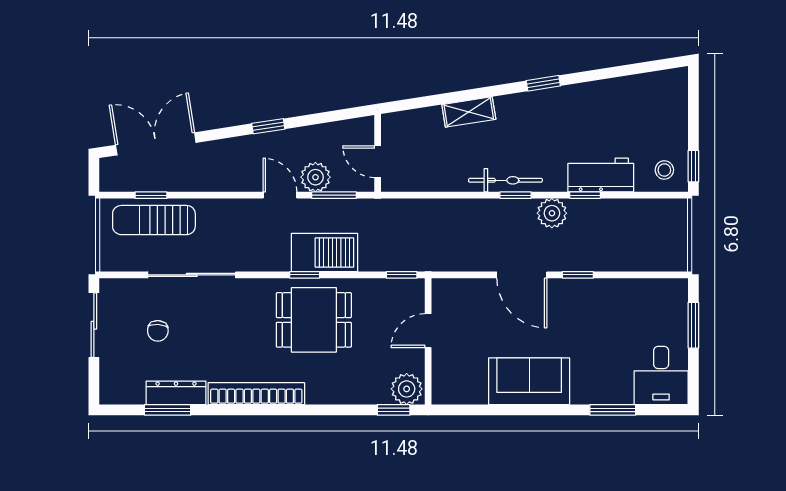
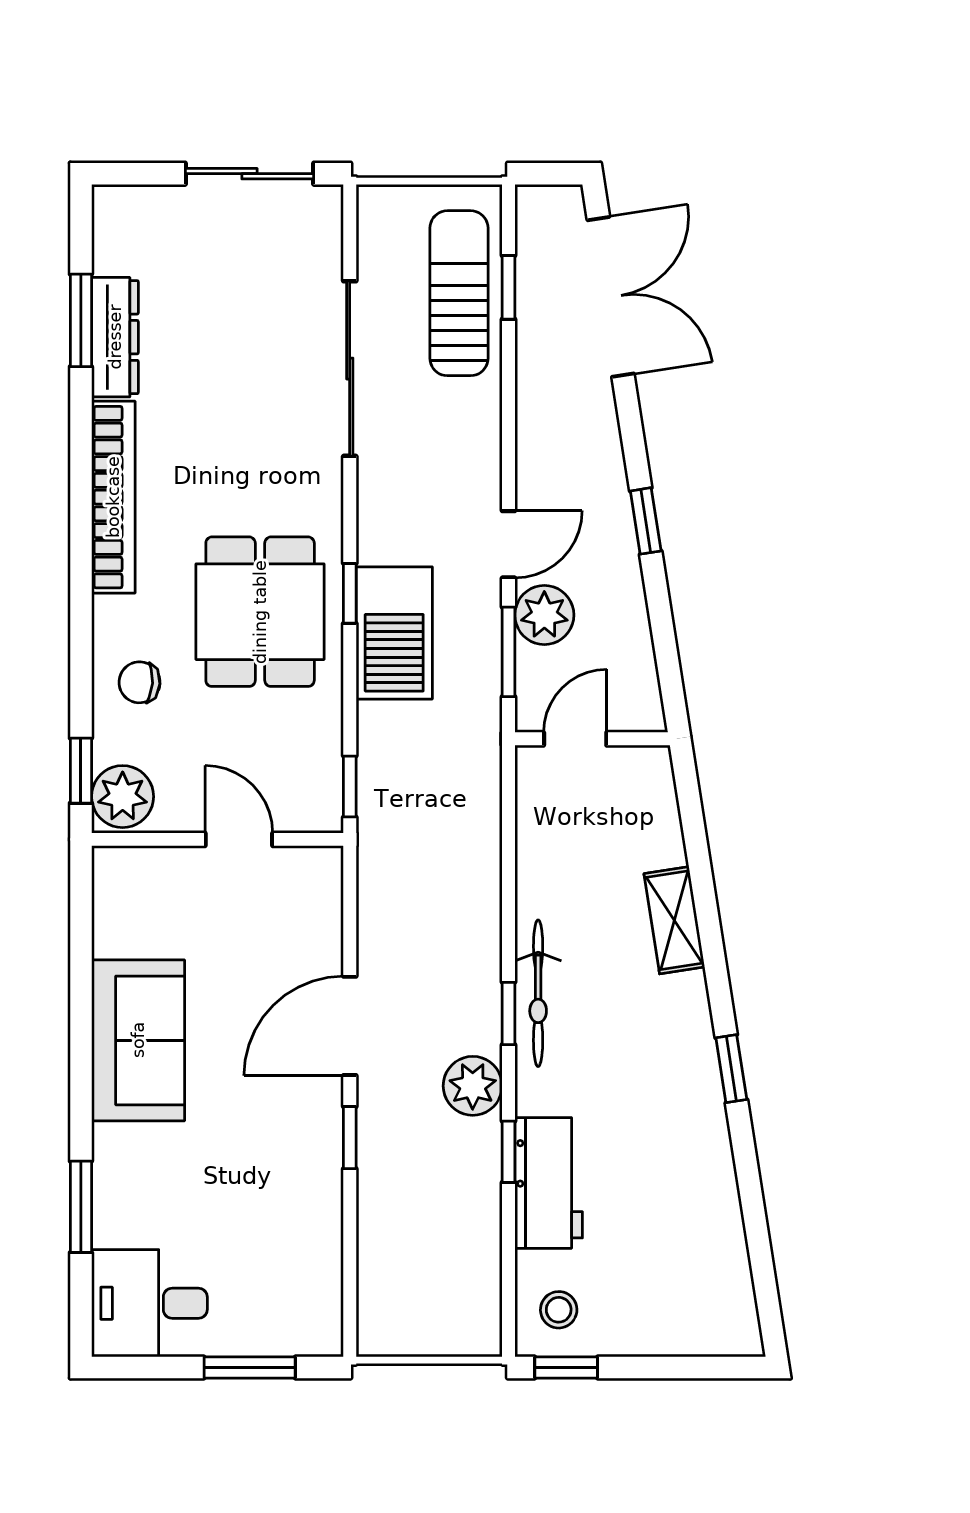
chair: (158, 331) -> (140, 682), moved

